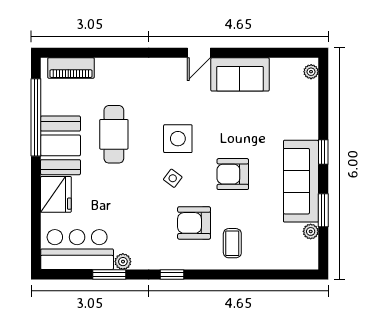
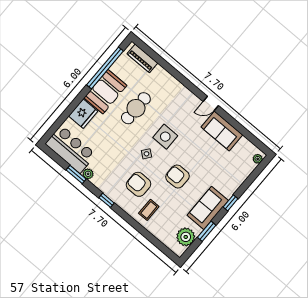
sofa: (301, 181) -> (208, 208), width x0.73
plant: (311, 231) -> (186, 237), width x1.88, depth x1.88

